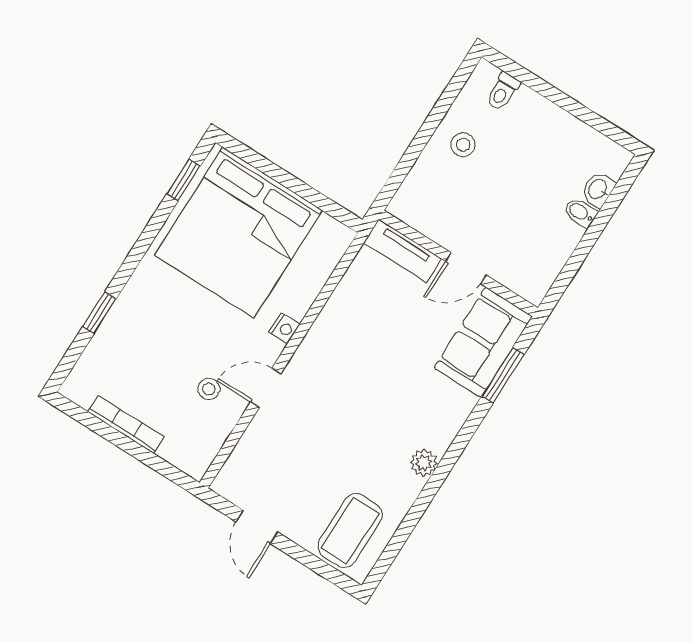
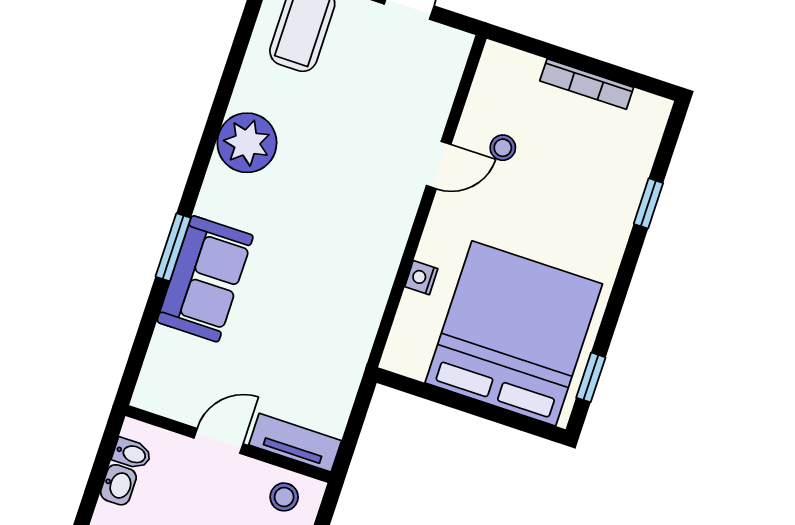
tv unit: (403, 251) -> (295, 443), moved
wall: (458, 263) -> (228, 444), moved
door: (466, 268) -> (219, 441), moved
nightstand: (284, 328) -> (421, 278), moved
plant: (424, 463) -> (247, 143), width x1.88, depth x1.88

